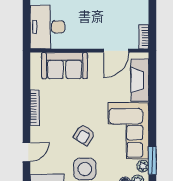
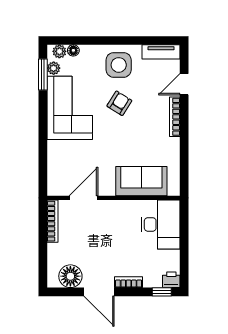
bookcase: (144, 37) -> (52, 221), width x1.56
fireplace: (140, 80) -> (57, 165), removed
bookcase: (35, 108) -> (175, 117), moved

